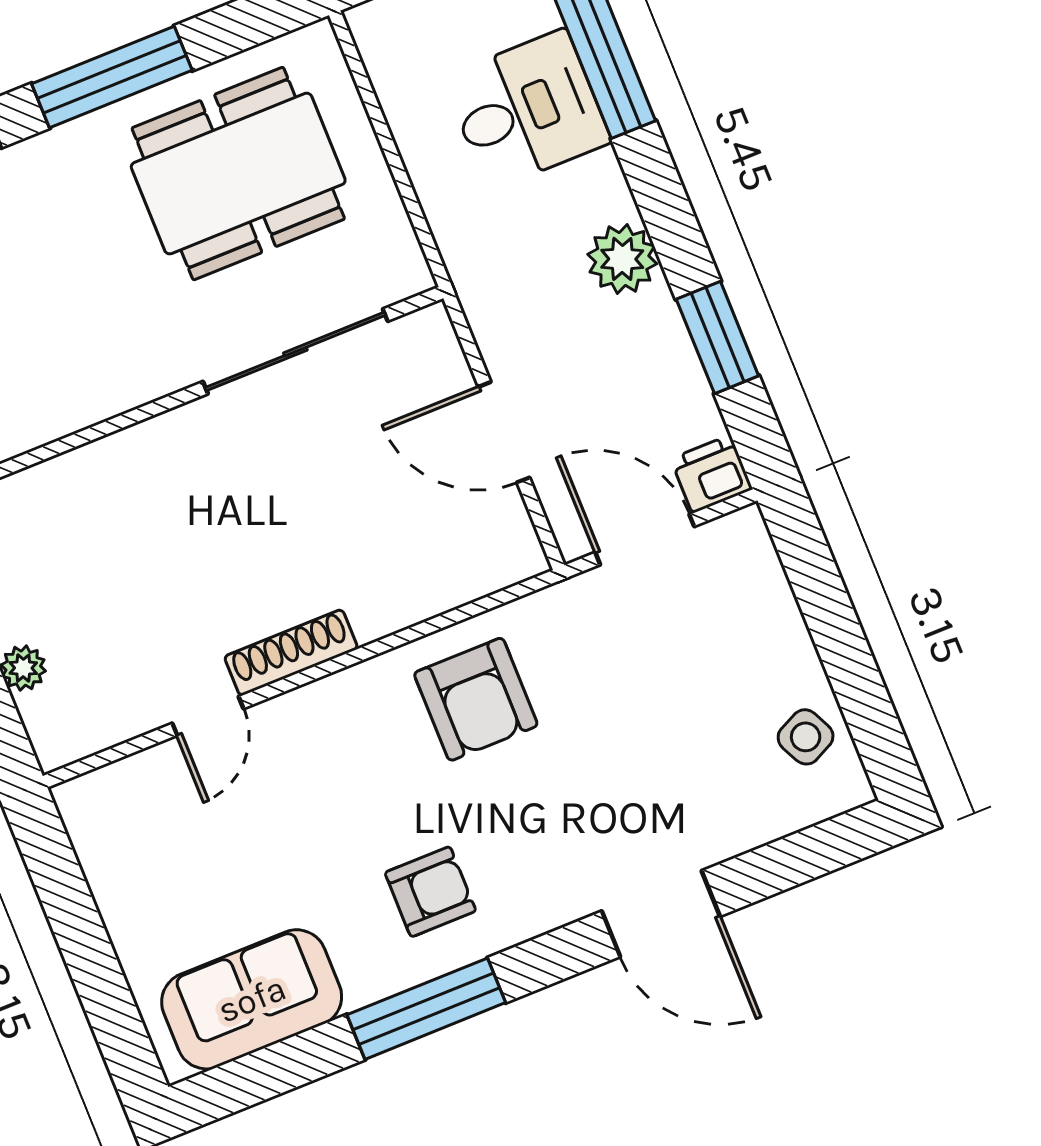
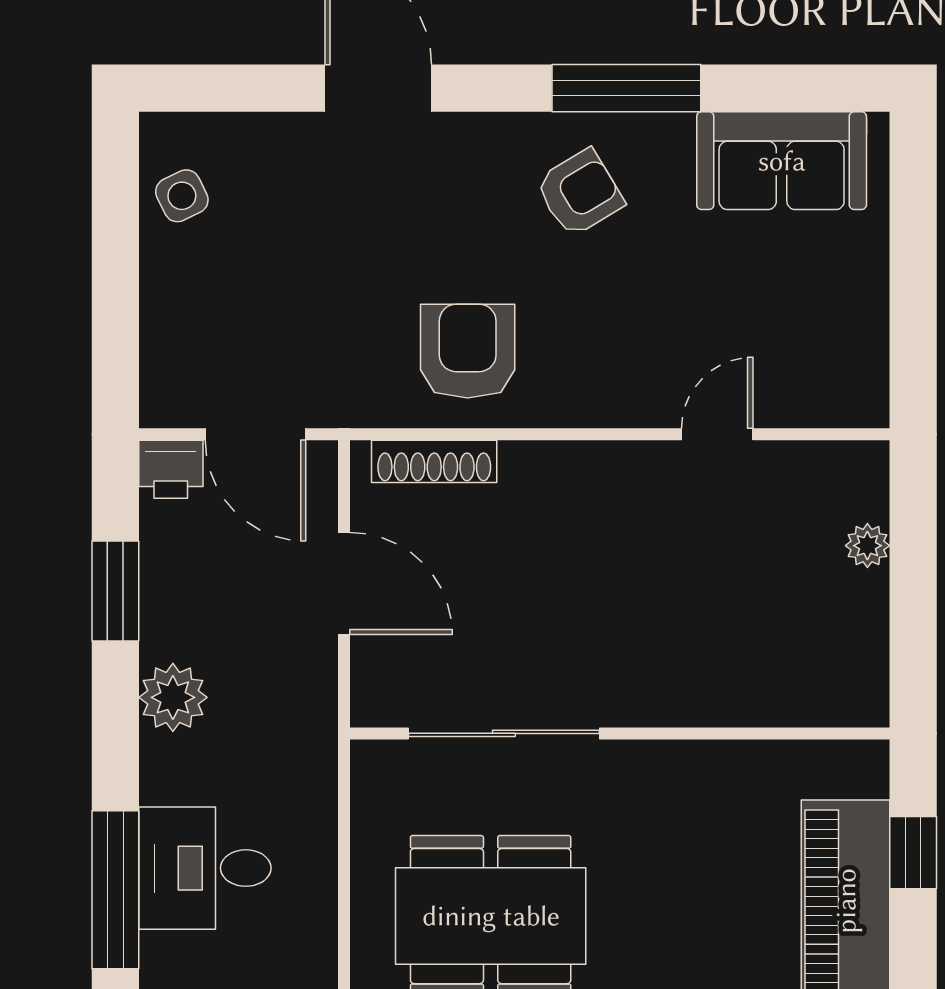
shoe rack: (291, 653) -> (434, 461), moved
armchair: (430, 892) -> (580, 193), turned 149

